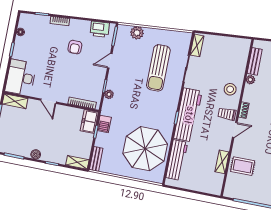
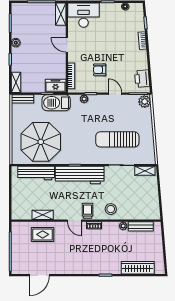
plant: (137, 33) -> (145, 101), moved
armchair: (75, 47) -> (100, 70), moved
door: (49, 101) -> (67, 45), hinge flipped
barbecue: (104, 124) -> (56, 103), width x1.88, depth x1.53
rug: (243, 166) -> (43, 234), turned 90

